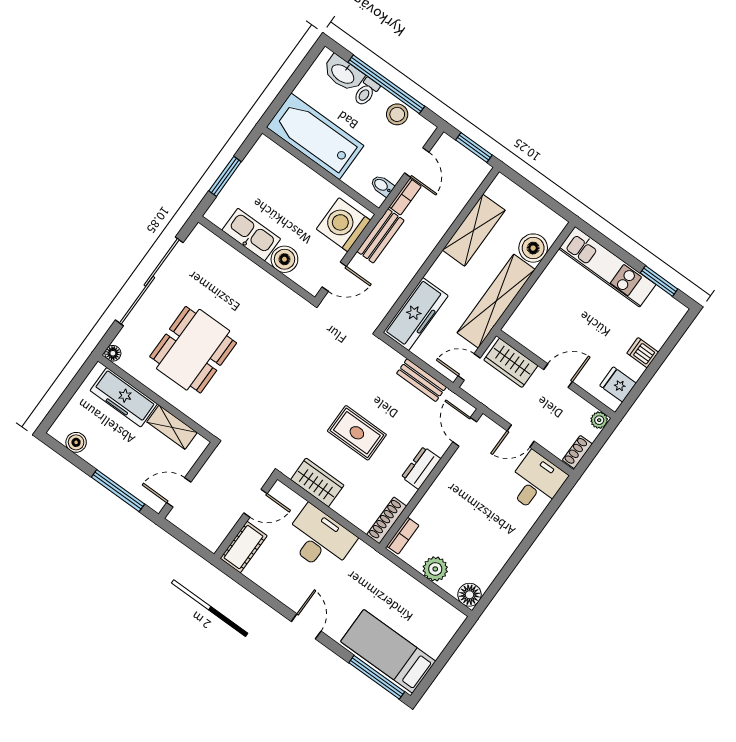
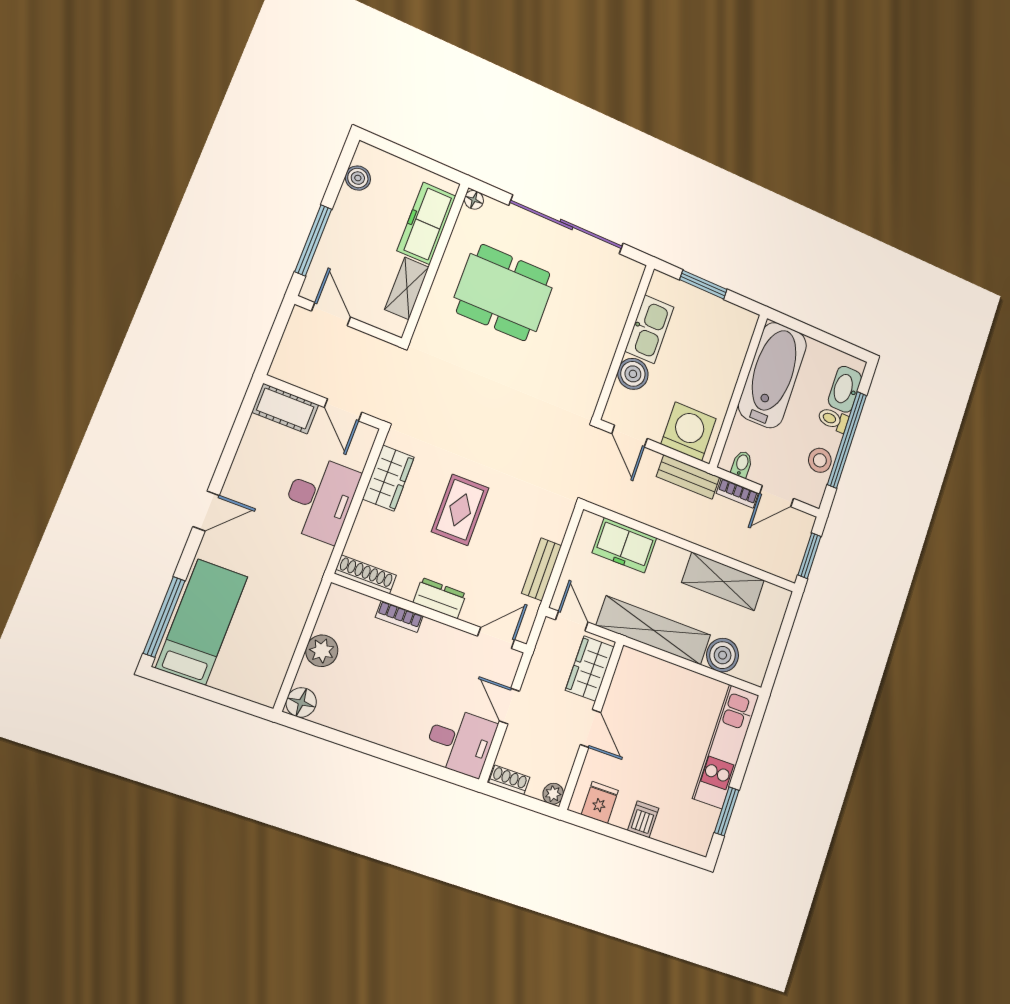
freezer: (416, 314) -> (624, 545), width x0.71
bookcase: (403, 536) -> (399, 617), moved

